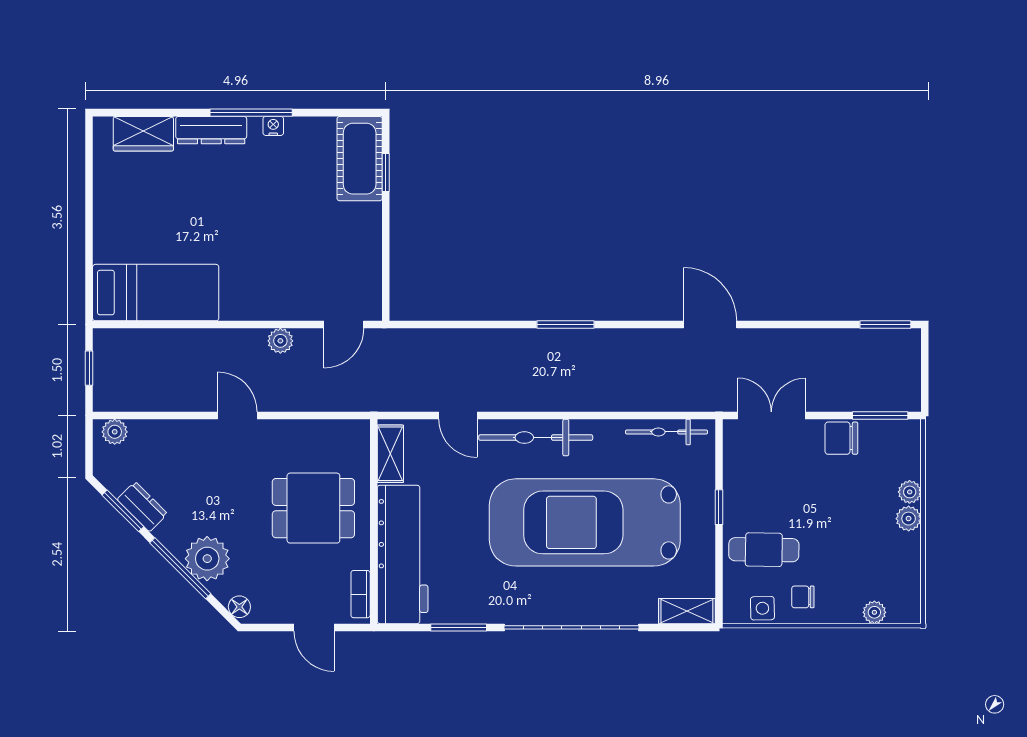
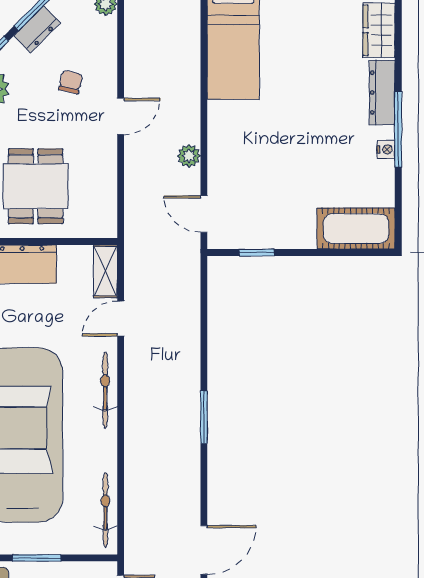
window: (386, 172) -> (257, 253), moved
bicycle: (536, 438) -> (105, 390), width x0.73, depth x0.71
shelving: (390, 454) -> (105, 271), moved, turned 90
chair: (200, 470) -> (71, 82), added
window: (719, 507) -> (37, 558), width x1.50

